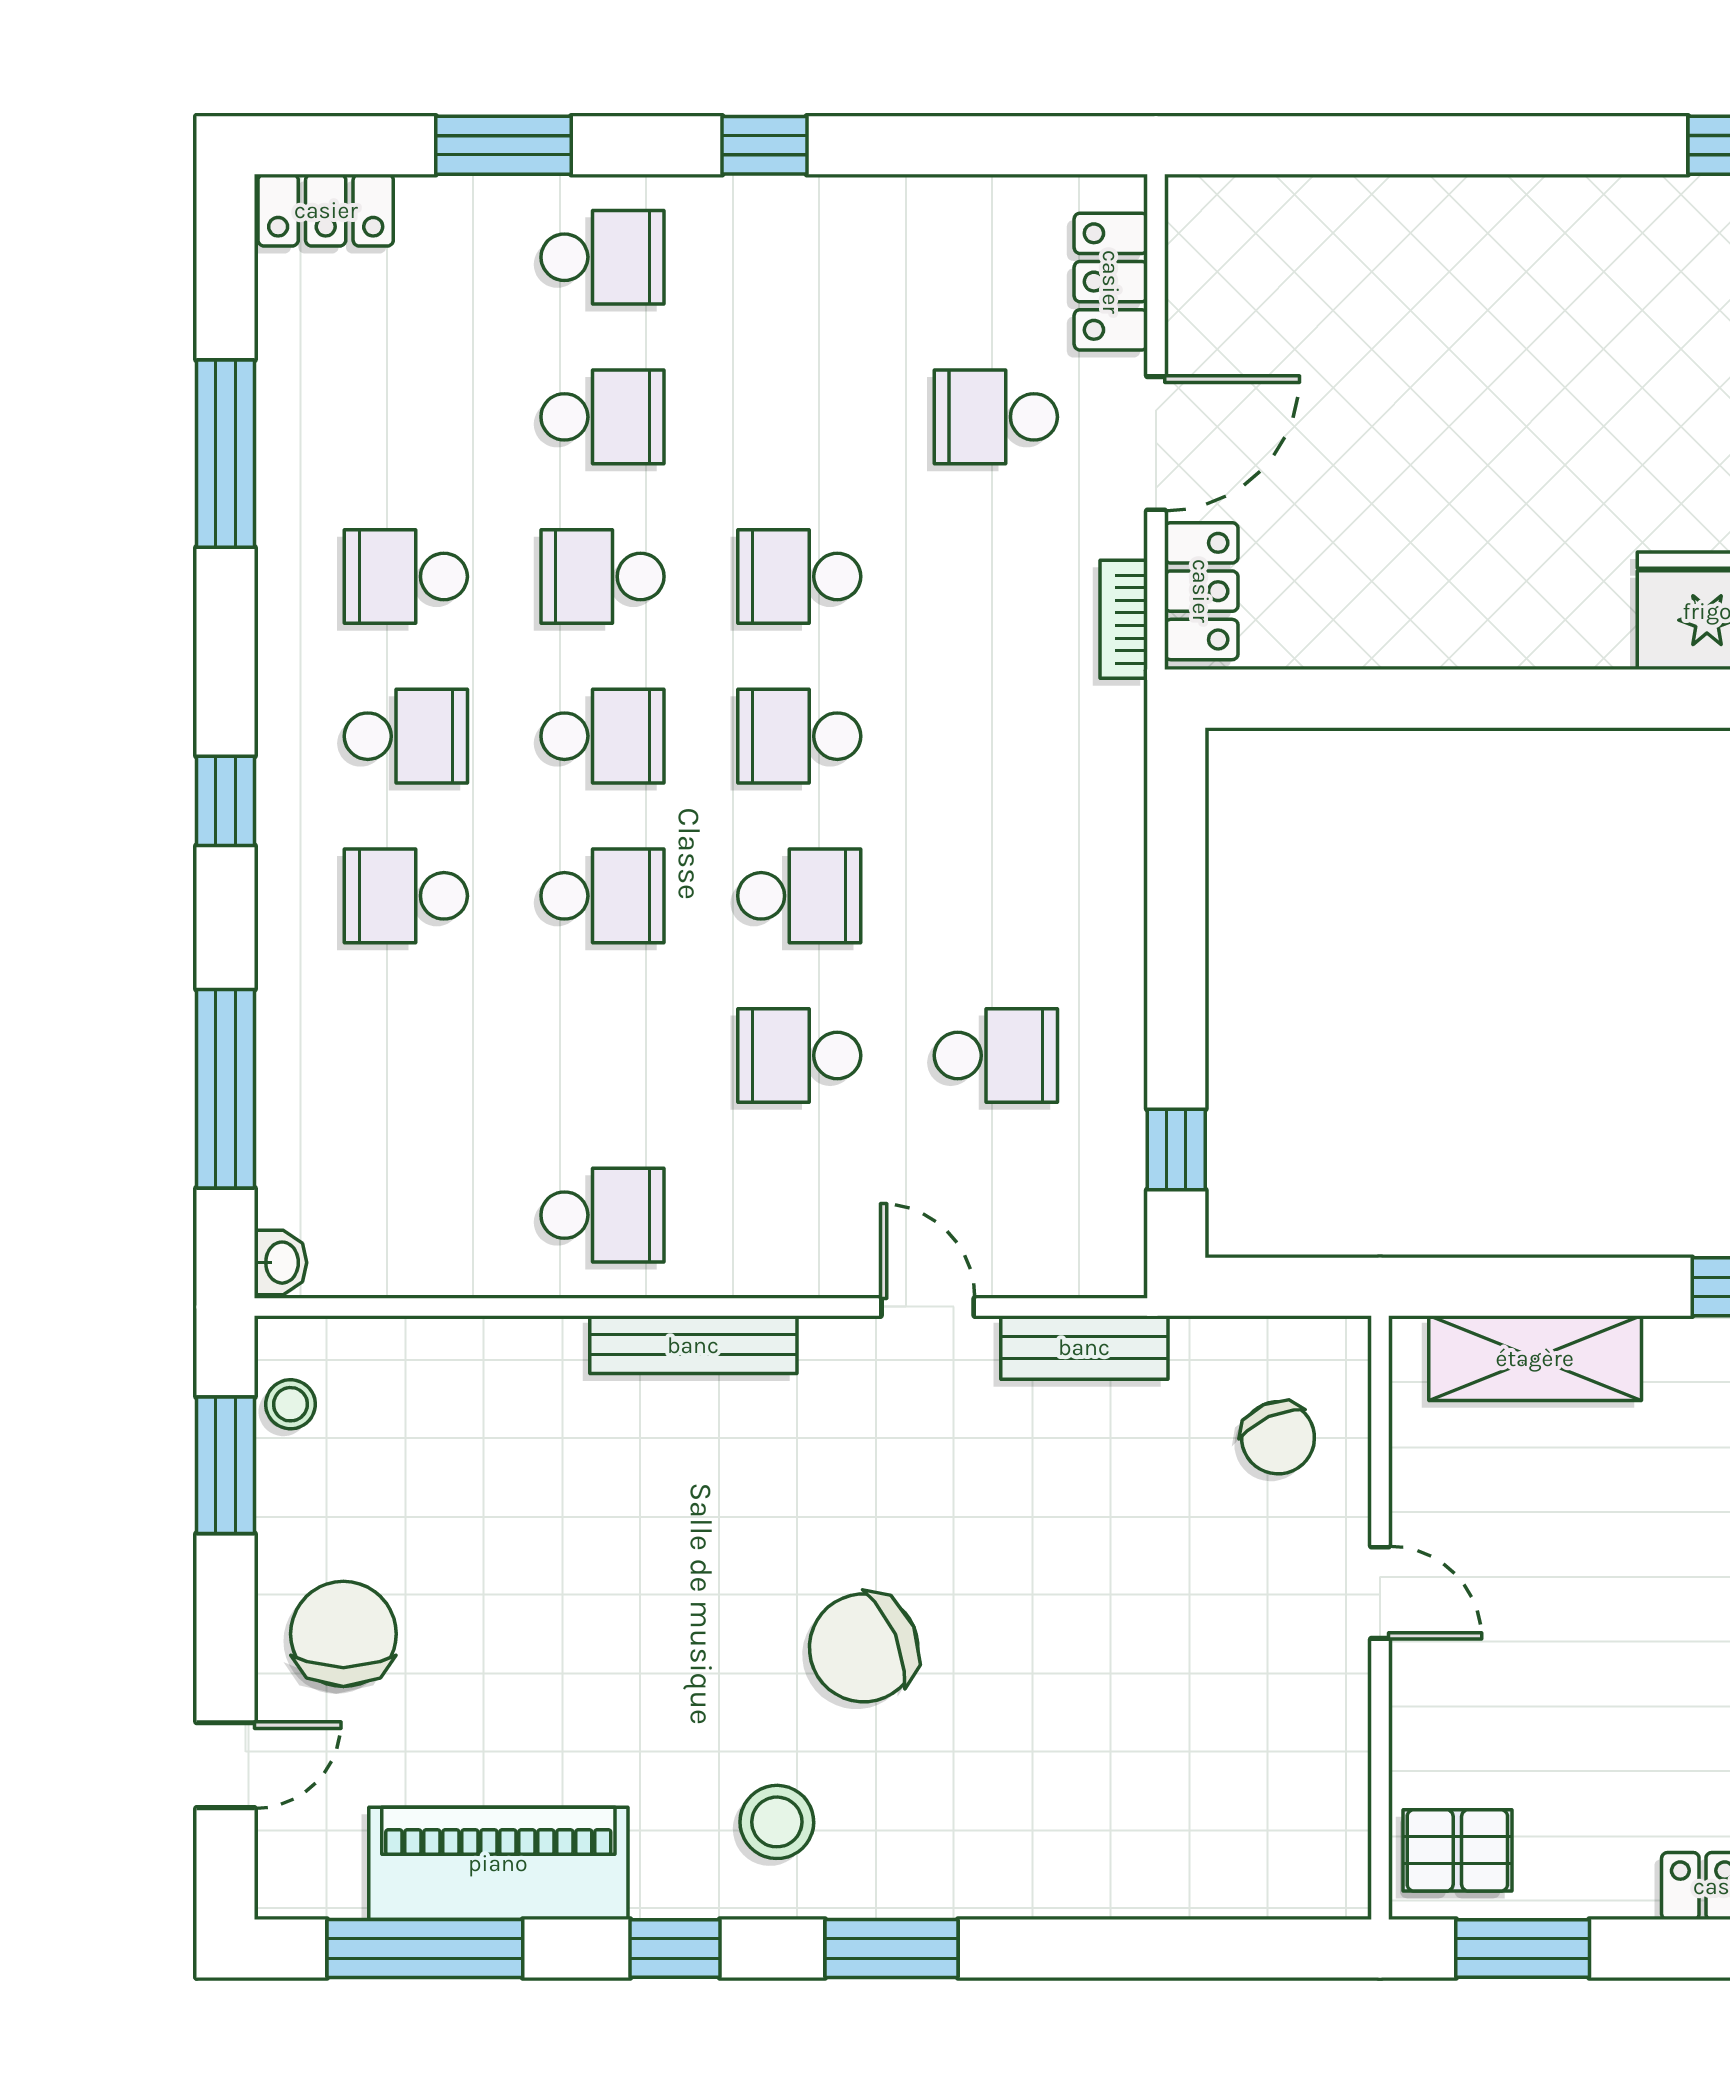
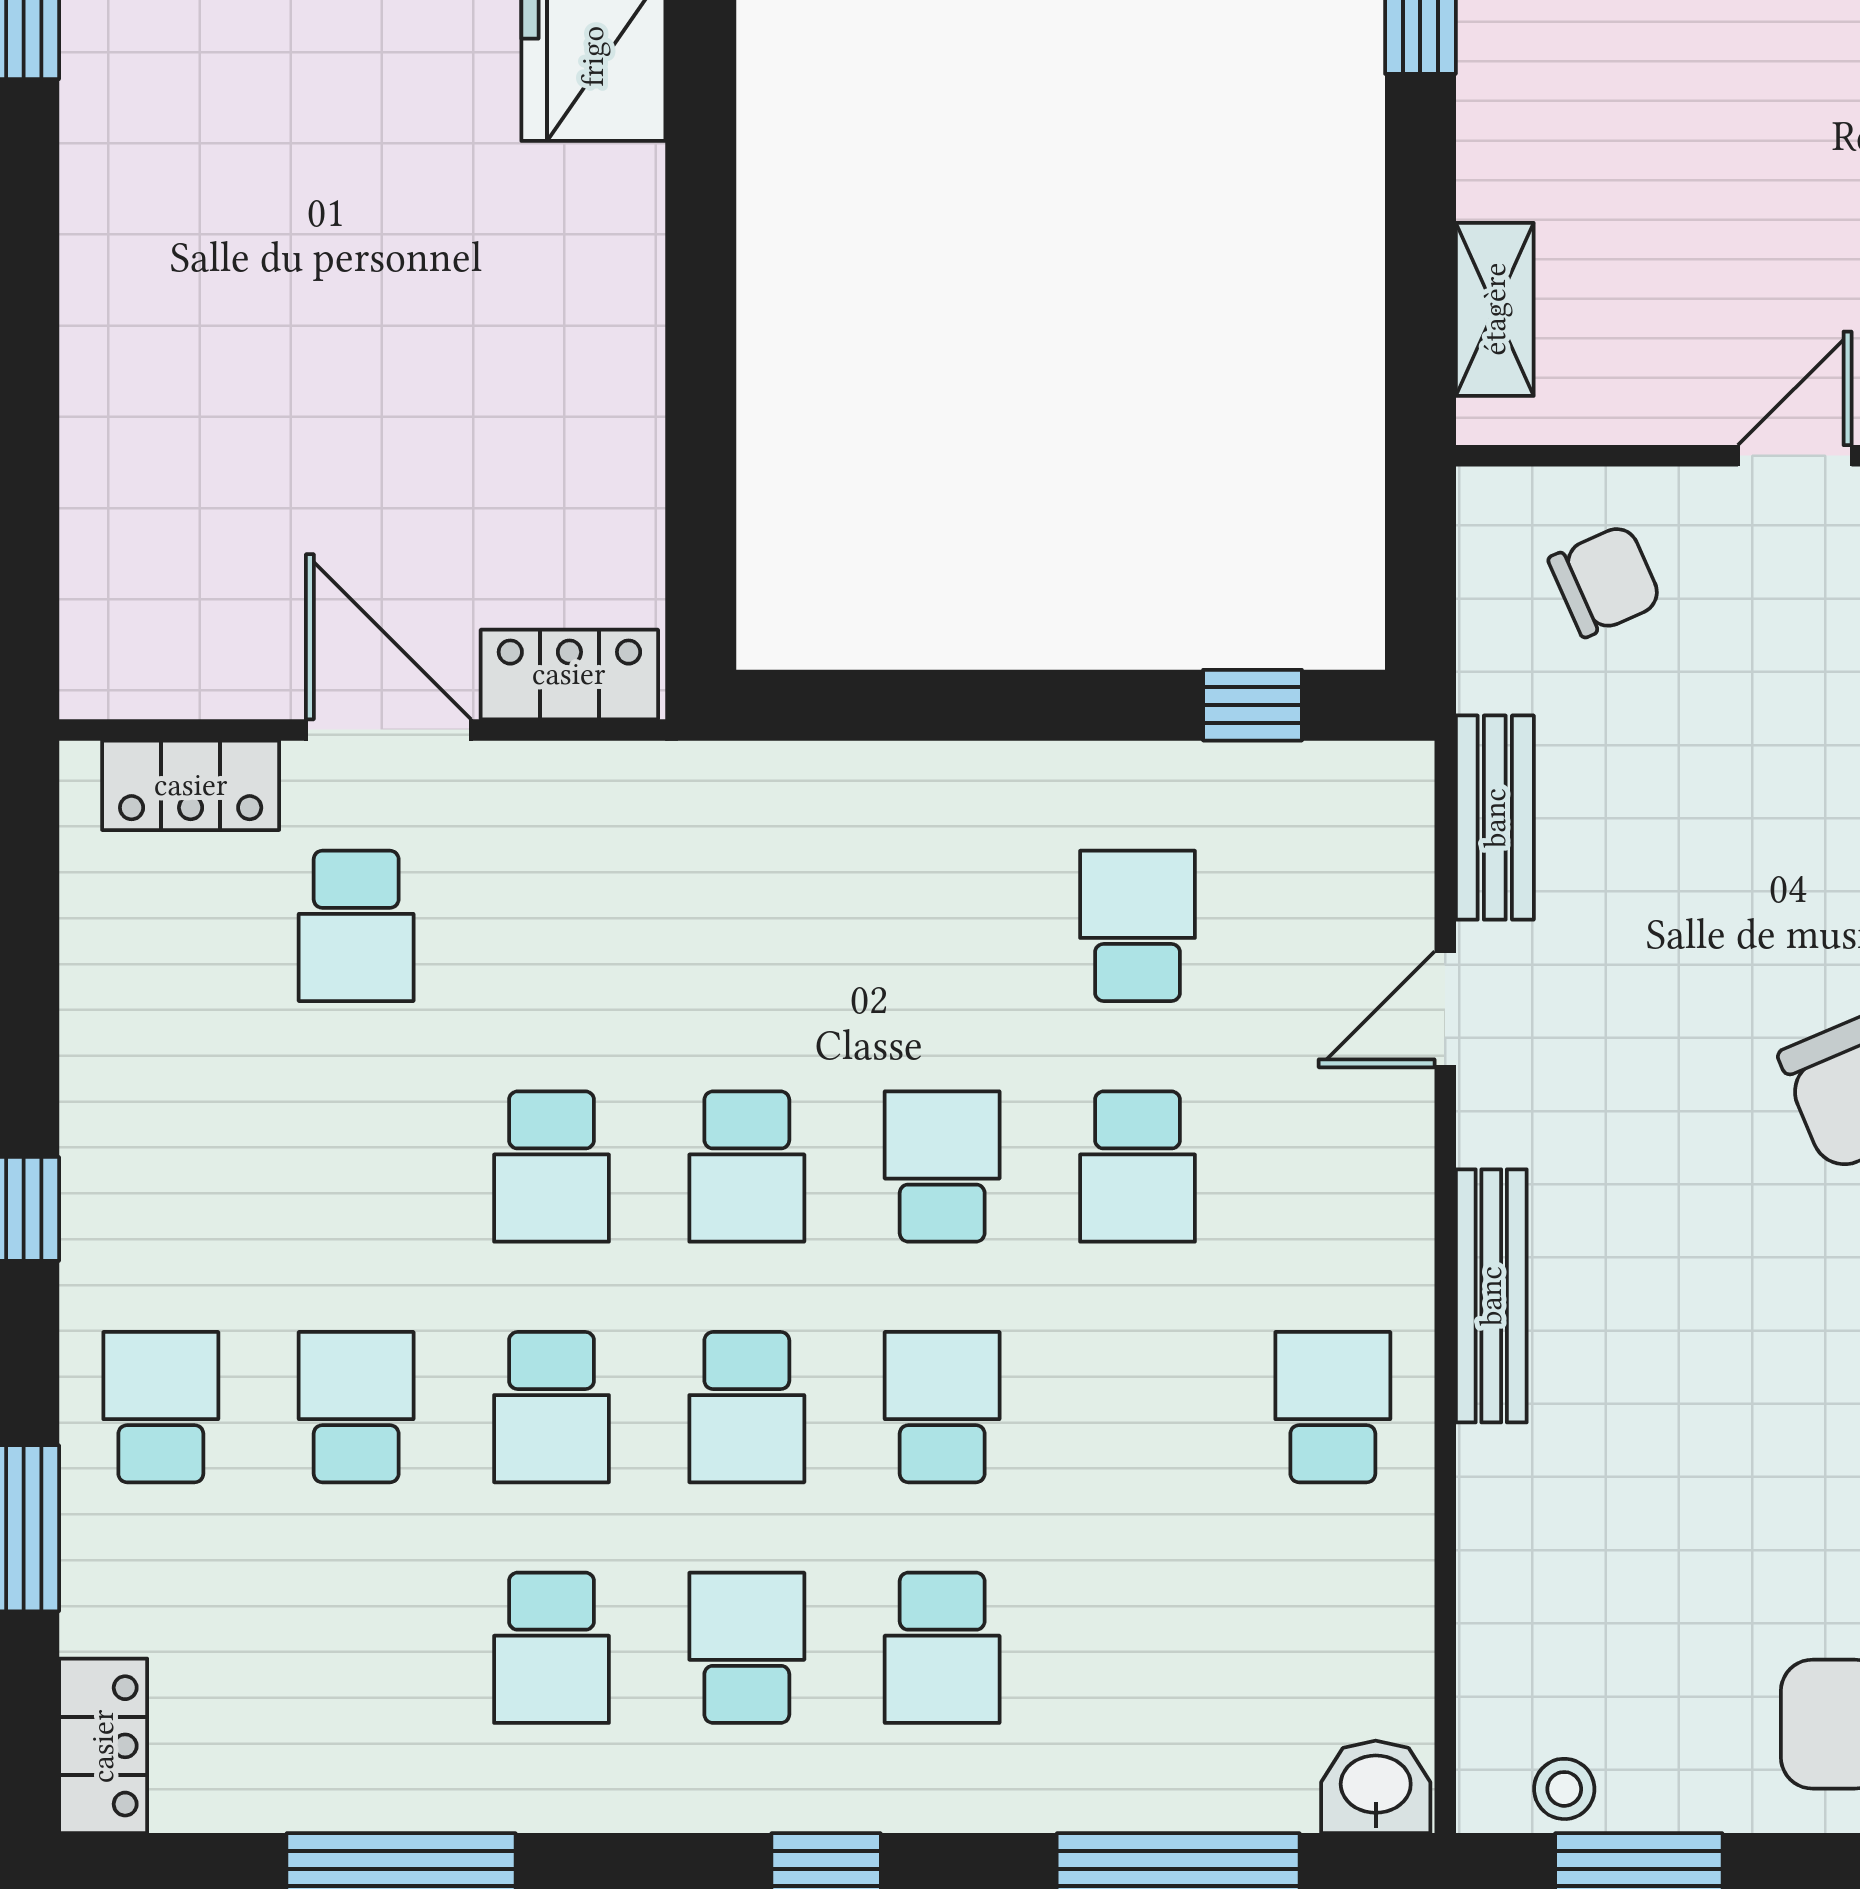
bookcase: (1124, 619) -> (604, 769), removed
school desk: (603, 736) -> (747, 1407), turned 180
washbasin: (280, 1263) -> (1376, 1787), width x1.38, depth x1.45
shelving: (1535, 1358) -> (1495, 309), width x0.67, depth x0.75

